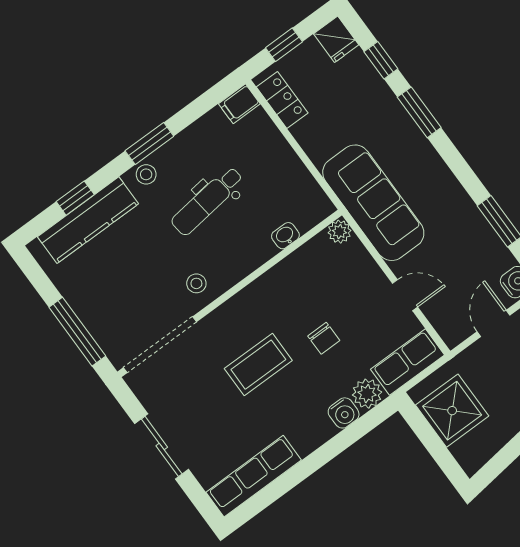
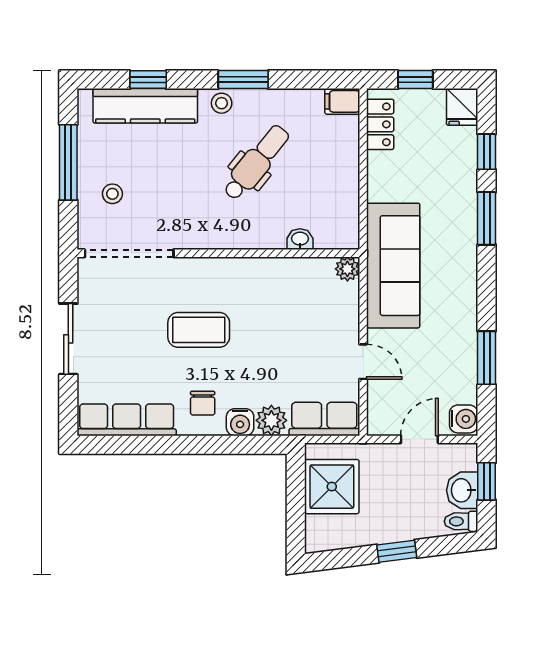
dental chair: (207, 201) -> (256, 163), turned 136
stool: (196, 283) -> (112, 194), moved
window: (77, 332) -> (68, 162), moved
chair: (324, 338) -> (203, 403), moved

